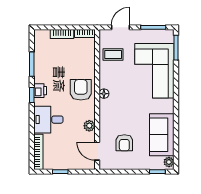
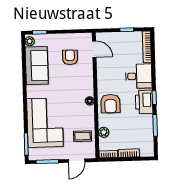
printer: (40, 91) -> (144, 102), width x1.87, depth x1.48
plant: (89, 126) -> (104, 132), moved

